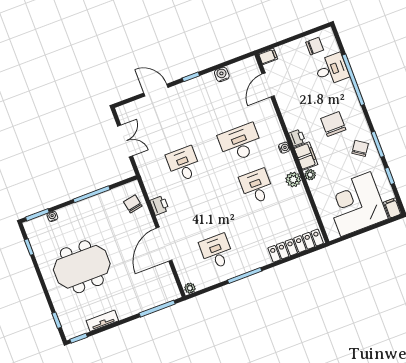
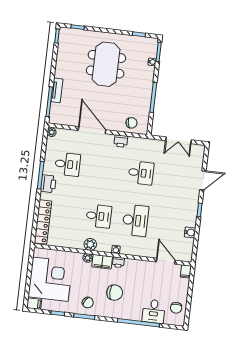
printer: (250, 262) -> (48, 184), added
tv unit: (102, 321) -> (57, 90), moved

